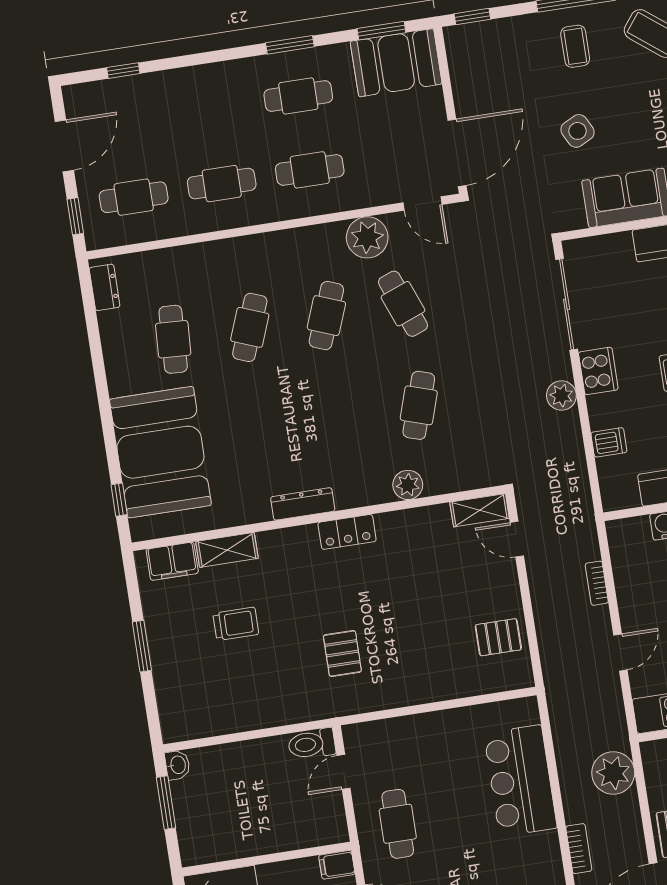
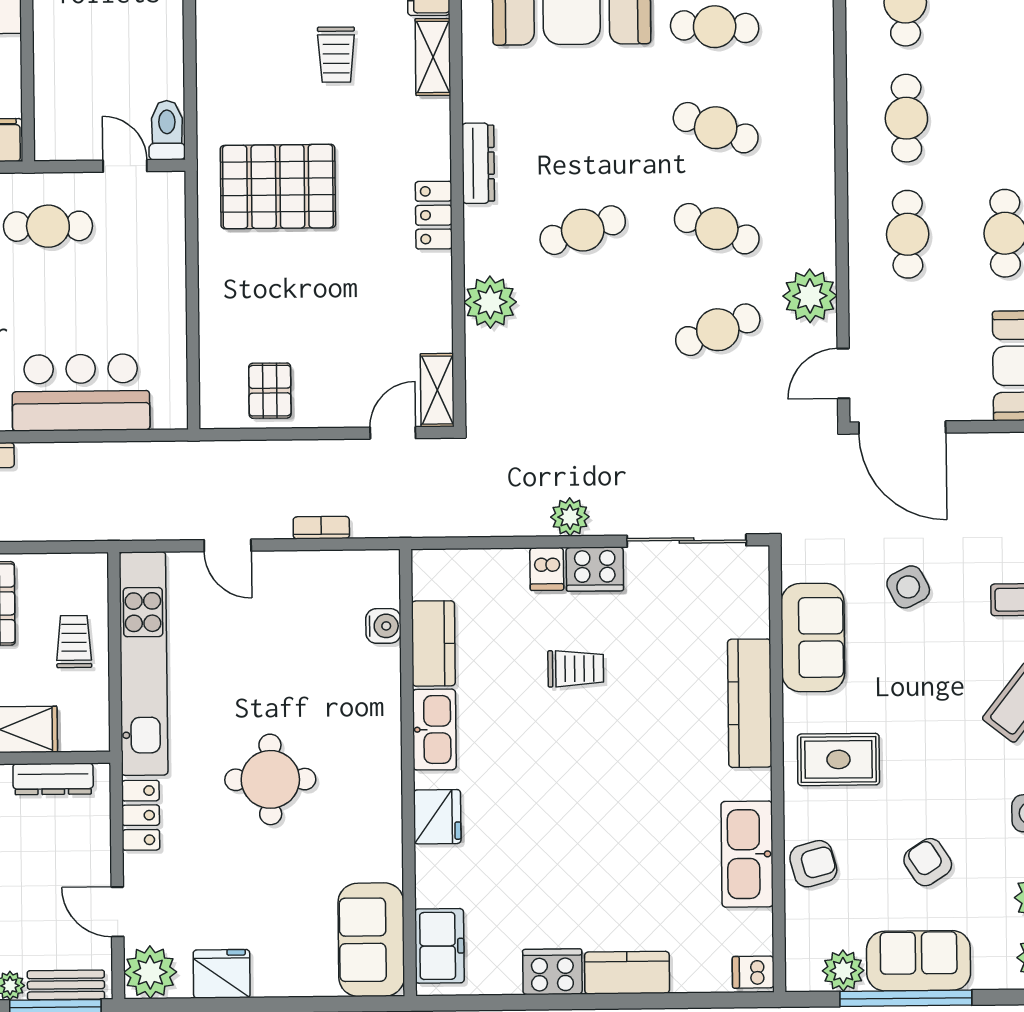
cafe table: (419, 405) -> (583, 230), moved, turned -36
dishwasher: (609, 442) -> (547, 569), moved
plant: (408, 485) -> (490, 302), width x1.36, depth x1.36
pallet: (342, 654) -> (278, 187), width x2.05, depth x2.00
plant: (613, 773) -> (73, 514), removed

